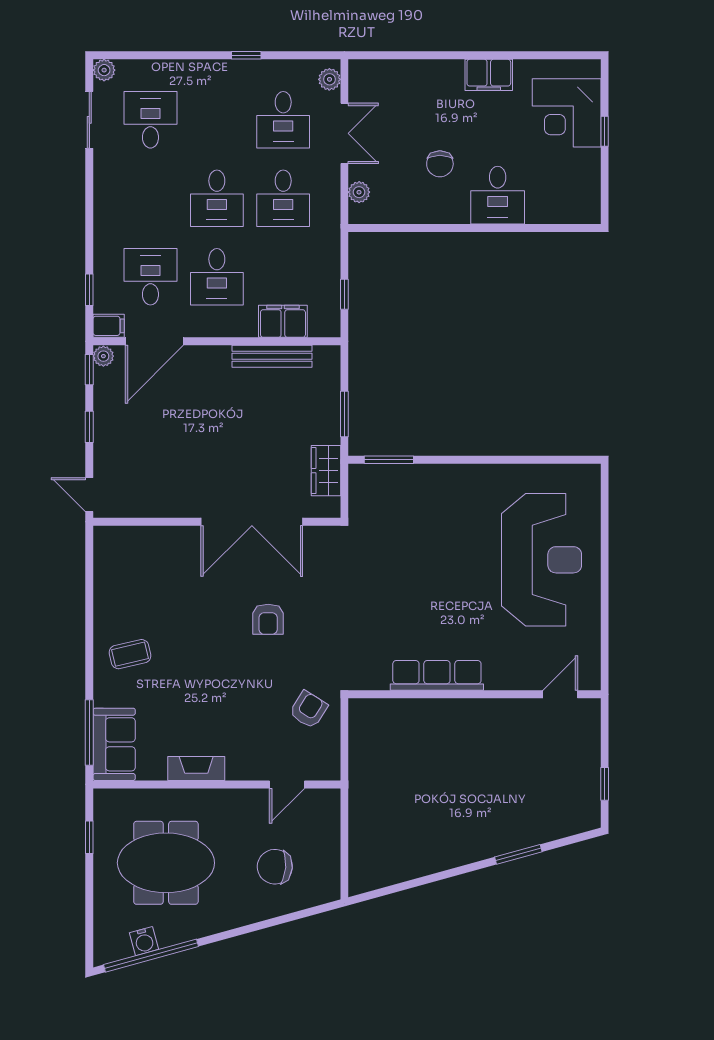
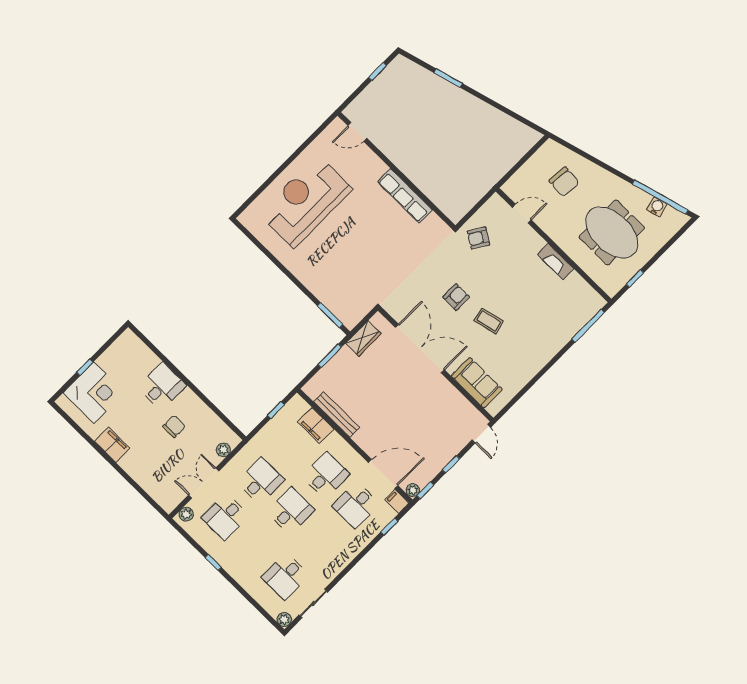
desk: (283, 120) -> (225, 517), turned 180
coffee table: (130, 654) -> (489, 321), moved
sofa: (114, 744) -> (477, 383), moved, turned 90

